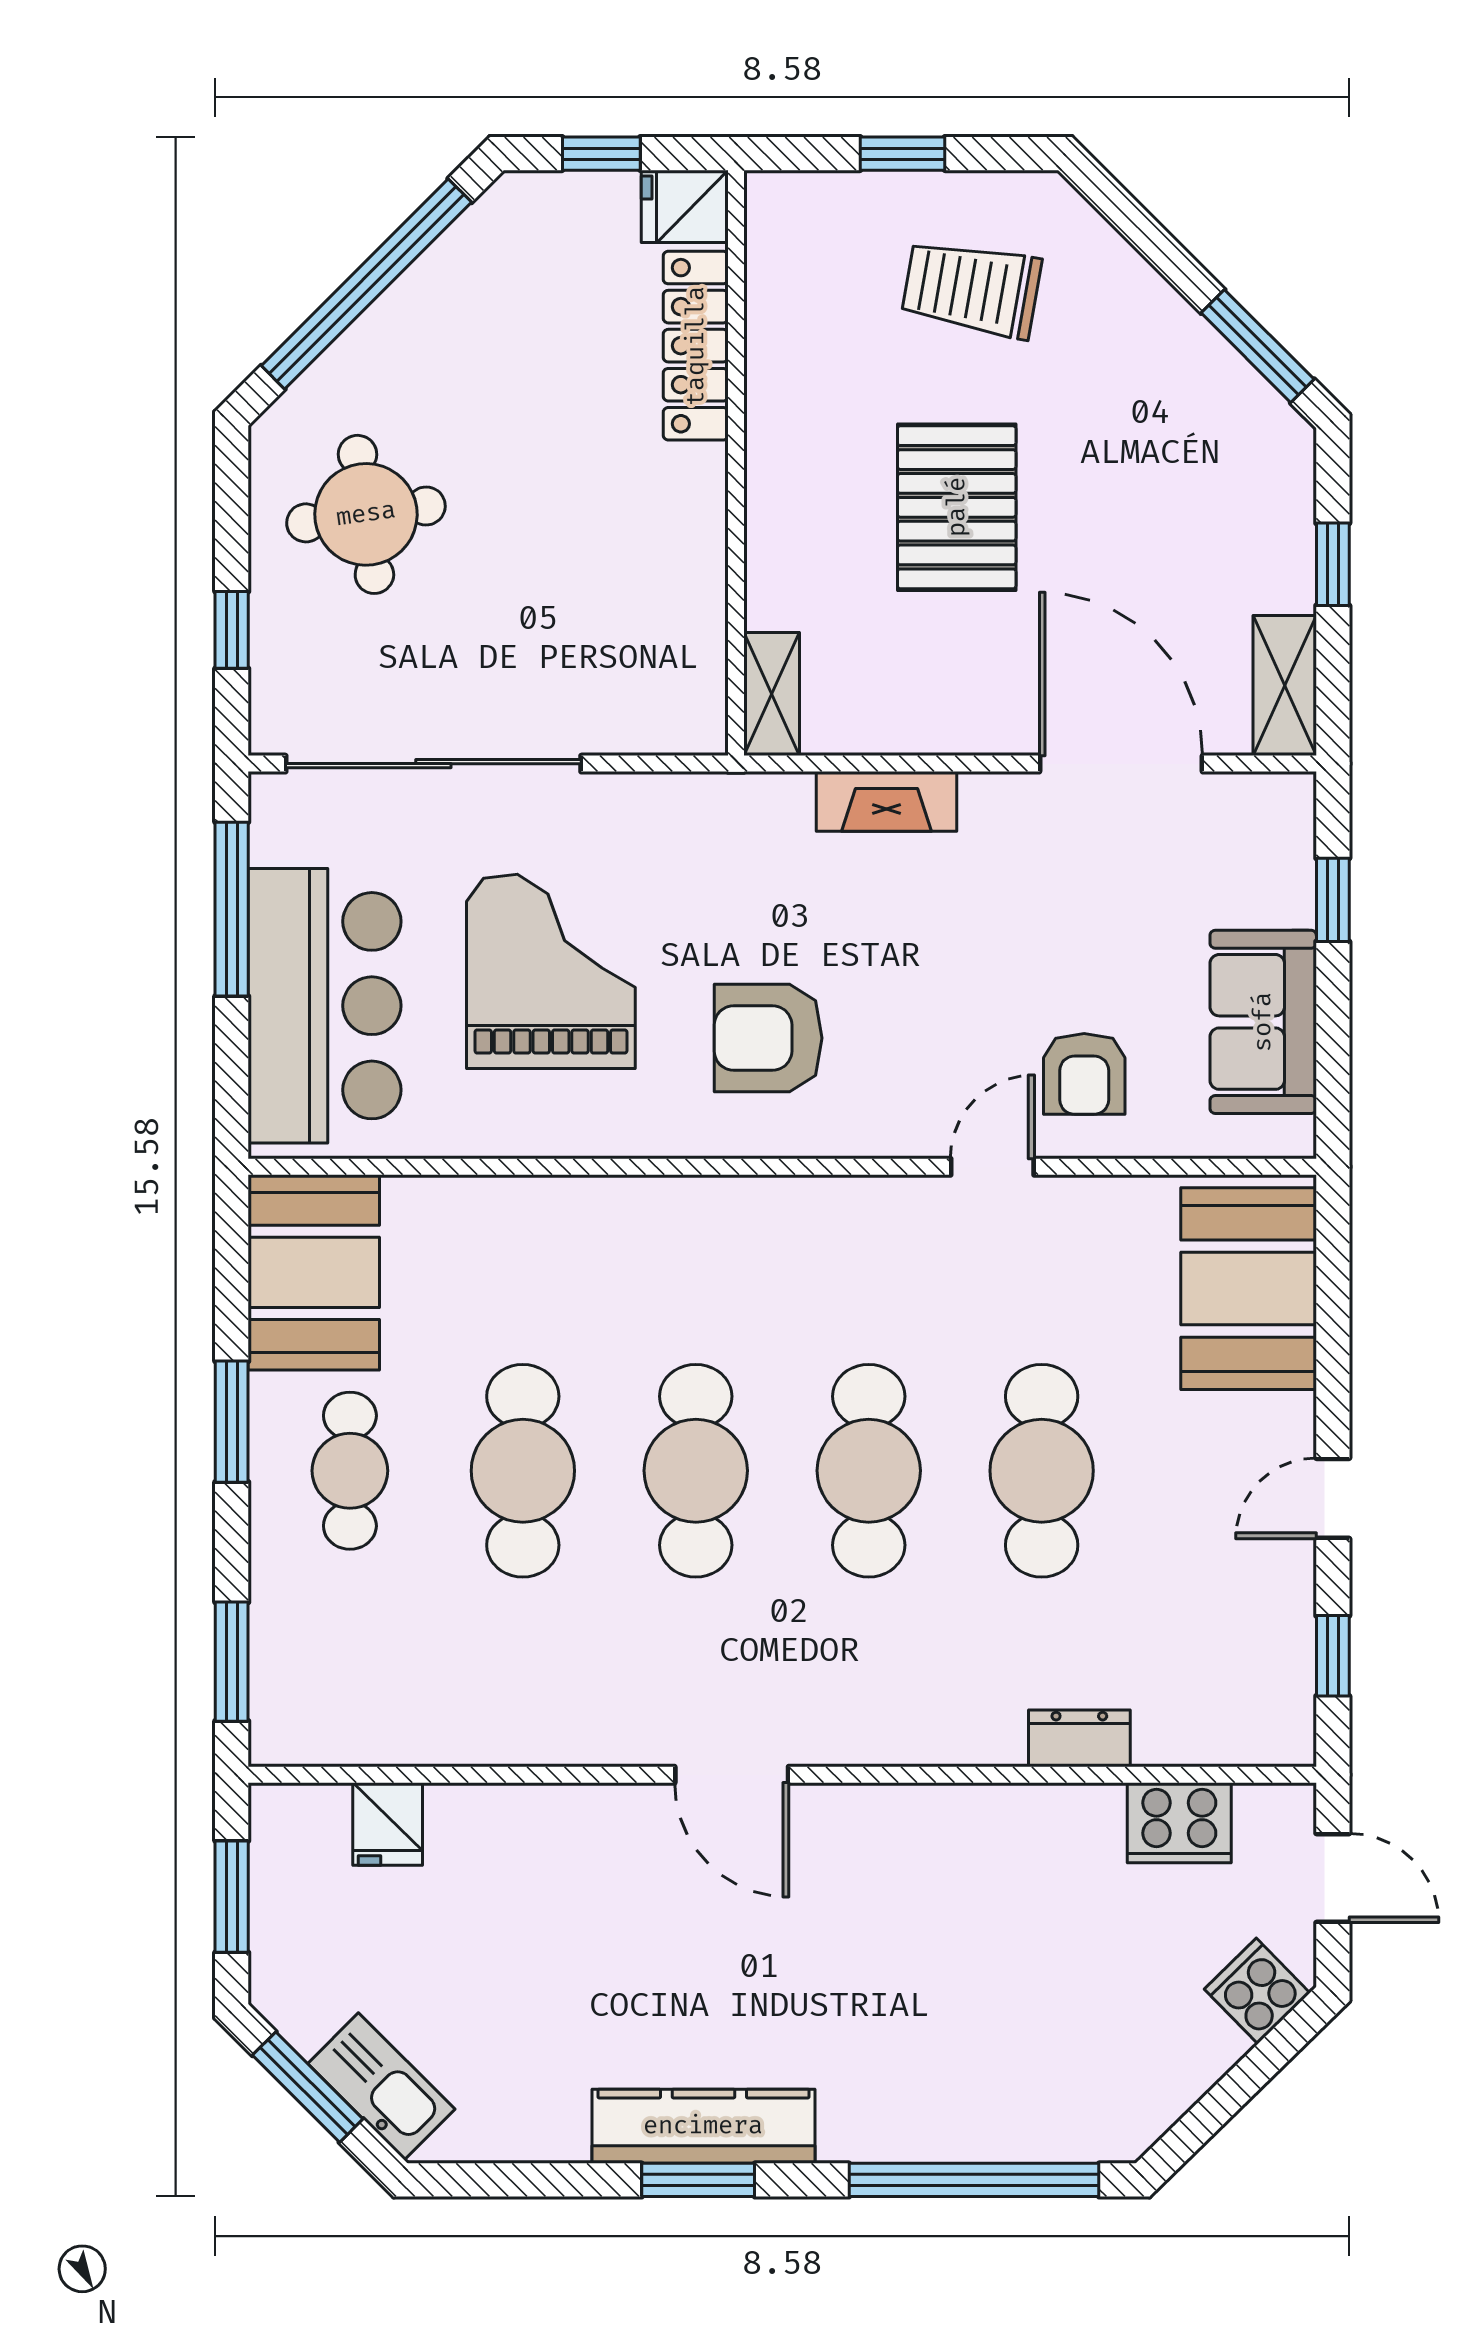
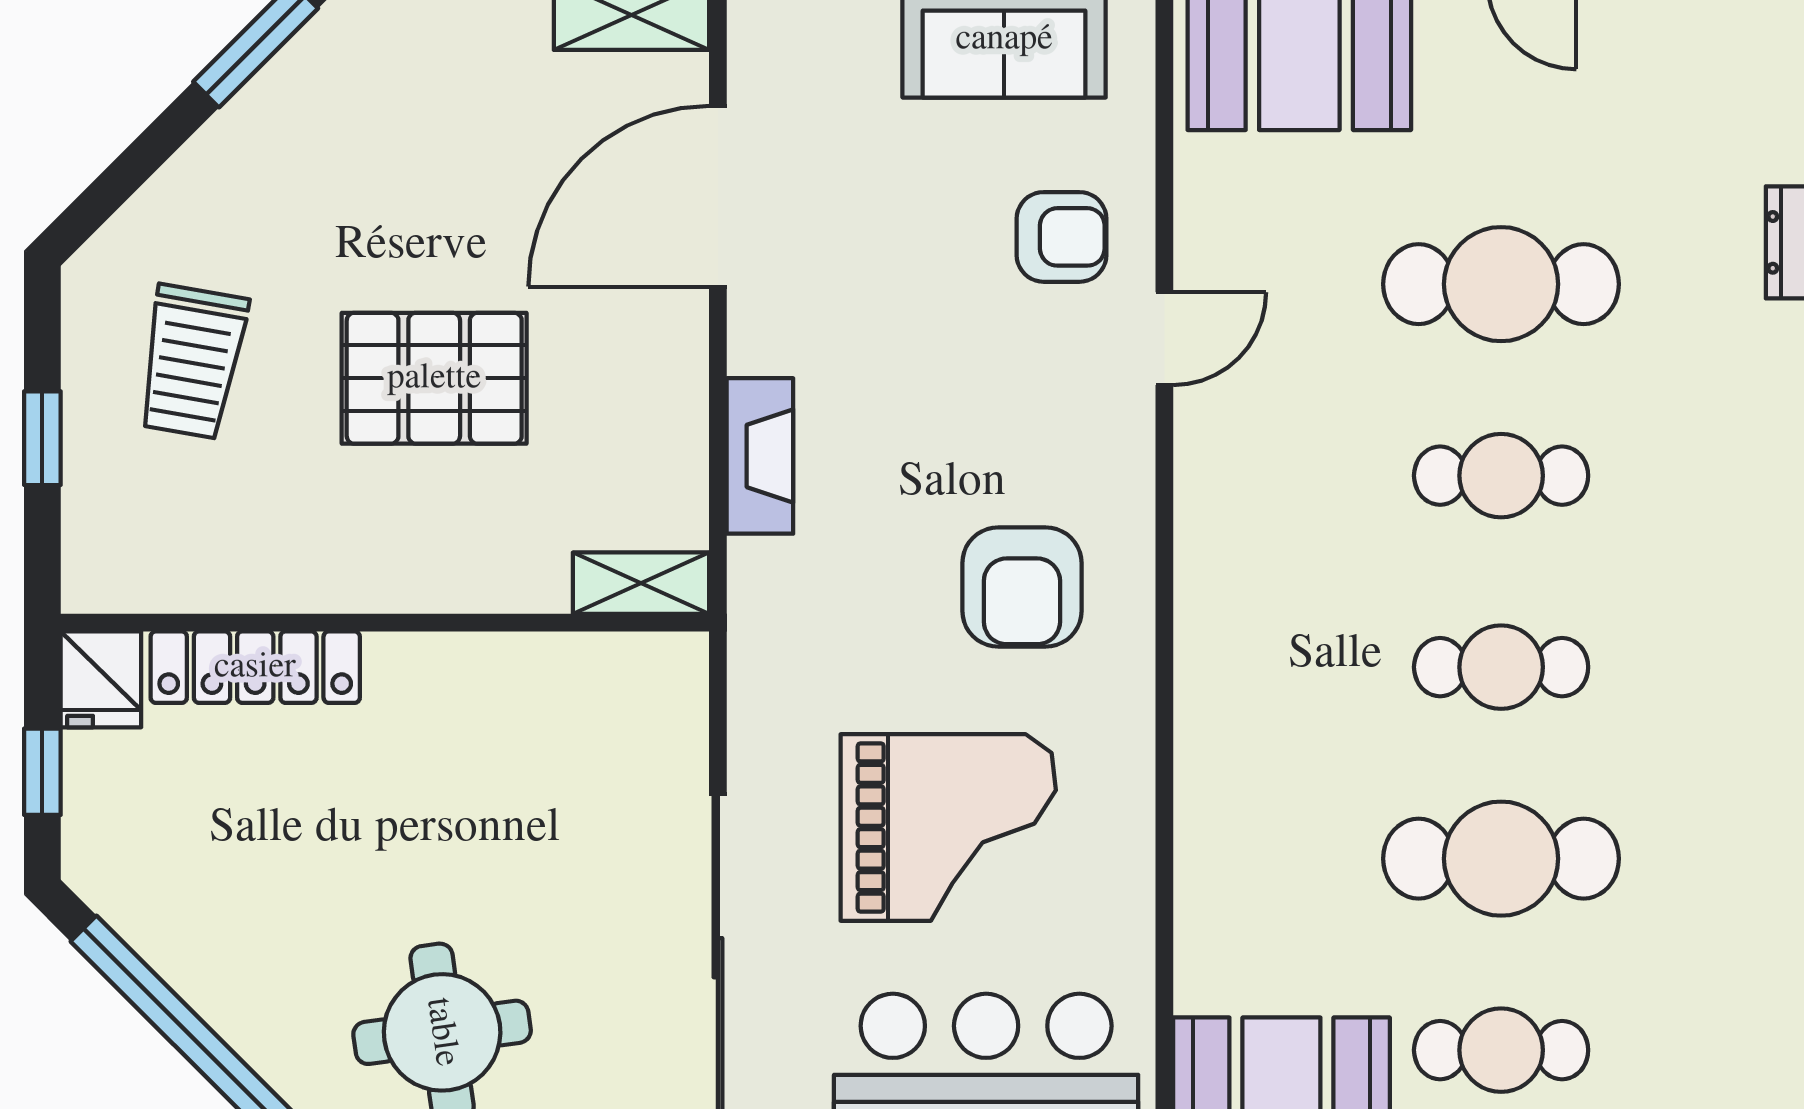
grand piano: (551, 971) -> (948, 827), turned 180
door: (992, 1167) -> (1164, 339), swing flipped
cafe table: (696, 1471) -> (1501, 667), width x0.73, depth x0.74
cafe table: (869, 1471) -> (1501, 476), width x0.73, depth x0.74

